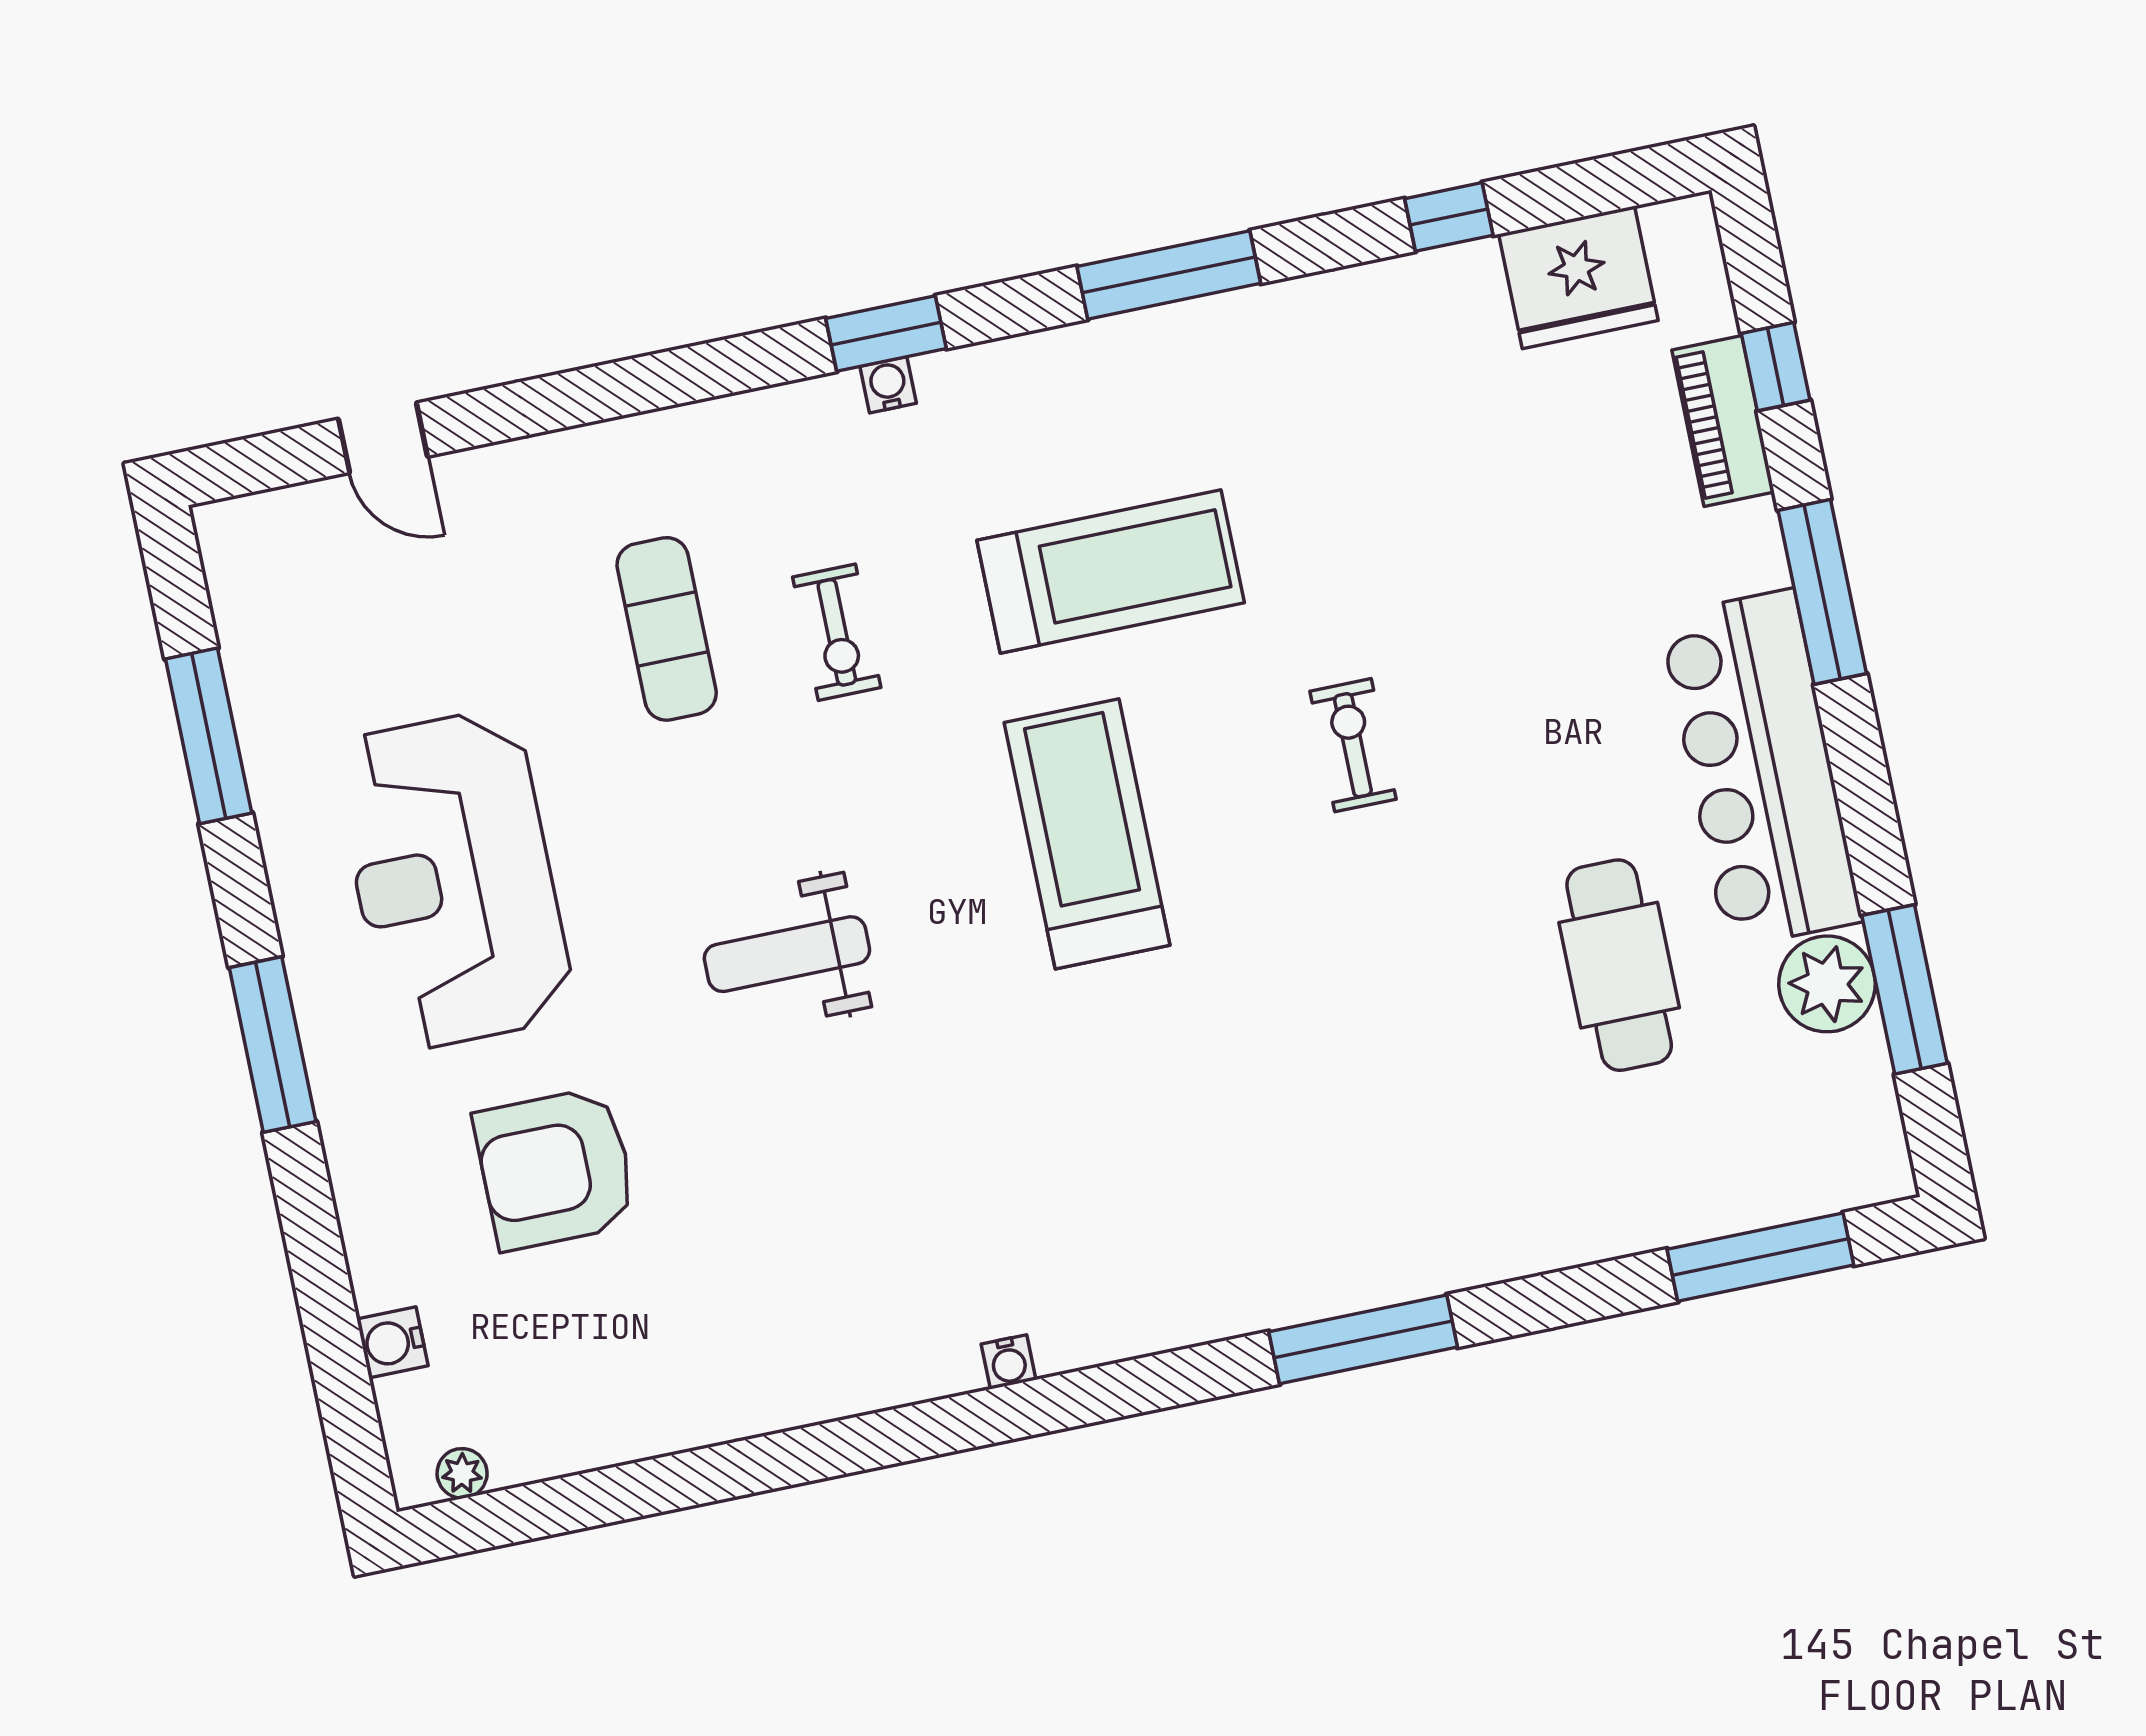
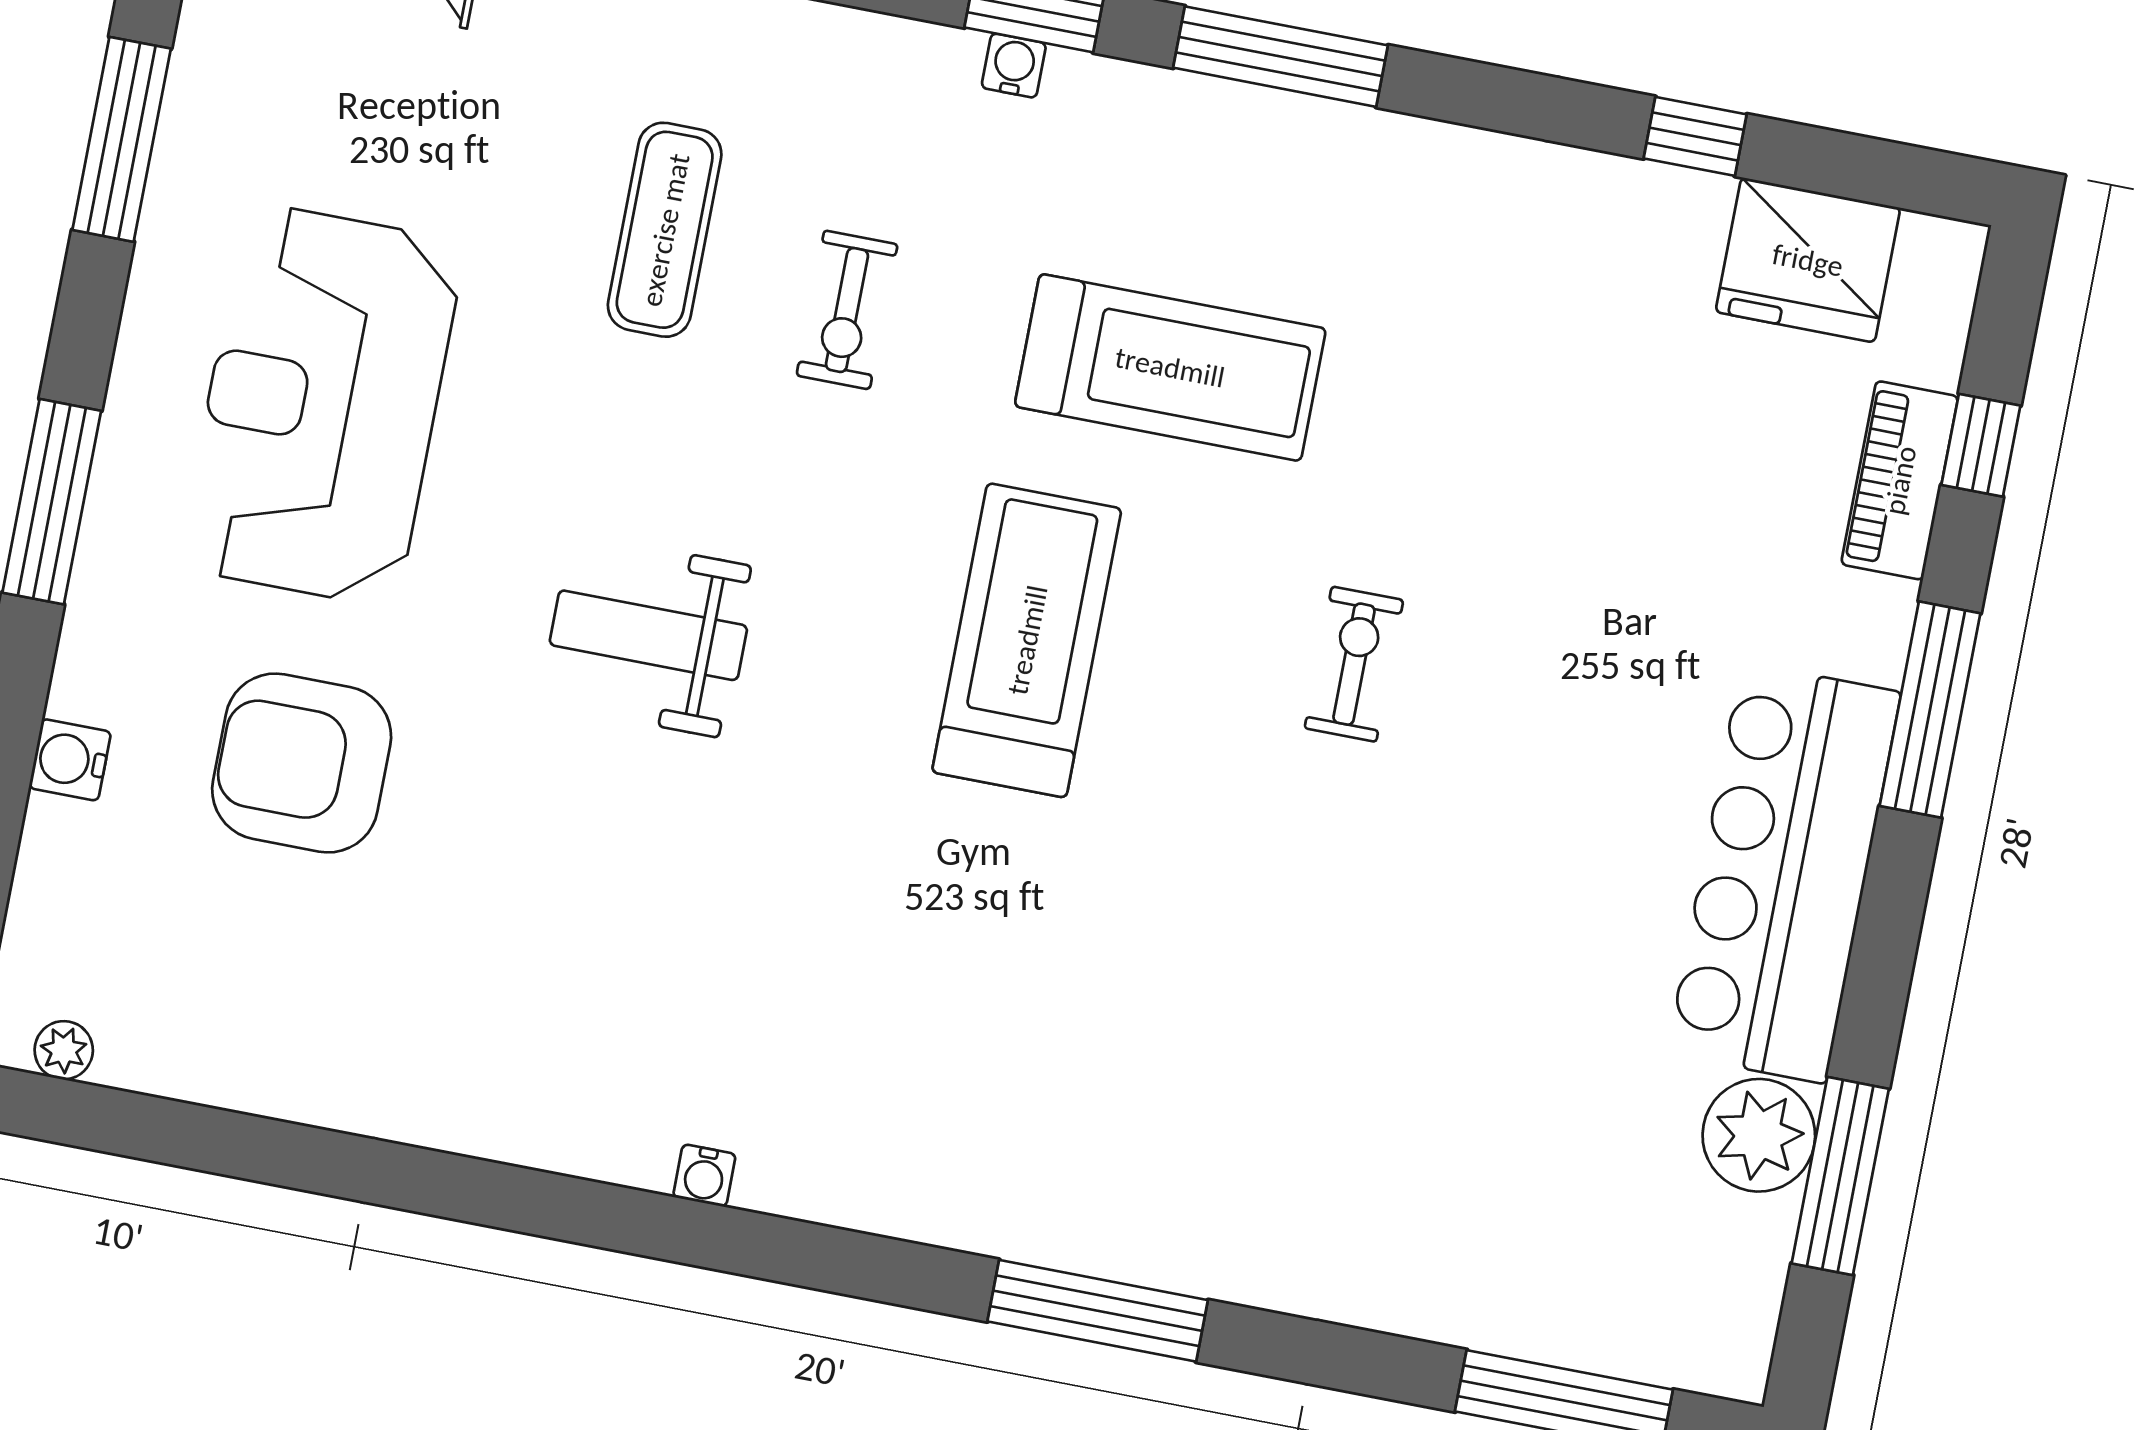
window: (1169, 275) -> (1280, 57), moved
cafe table: (1619, 965) -> (1543, 1021), removed
water cooler: (392, 1342) -> (70, 760), moved

